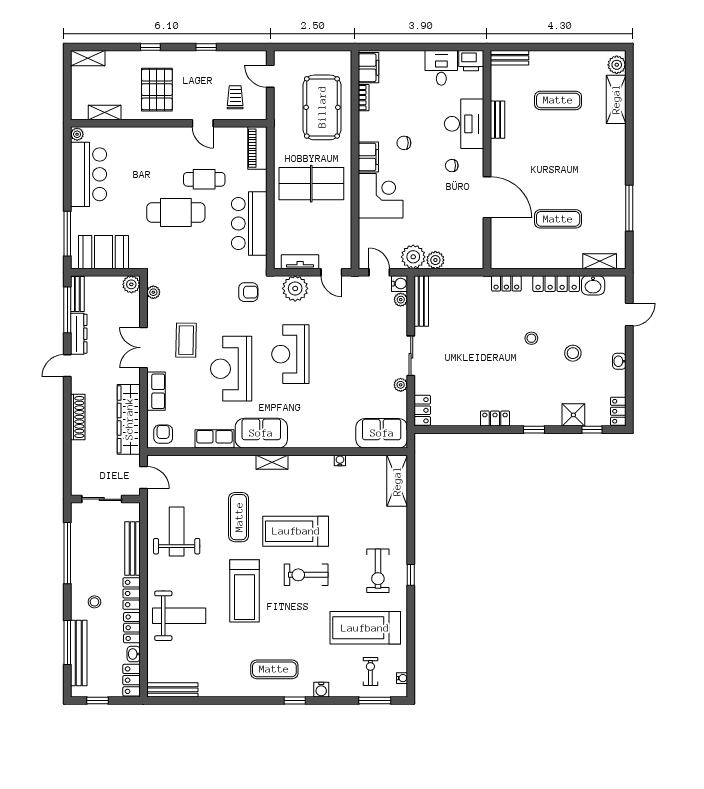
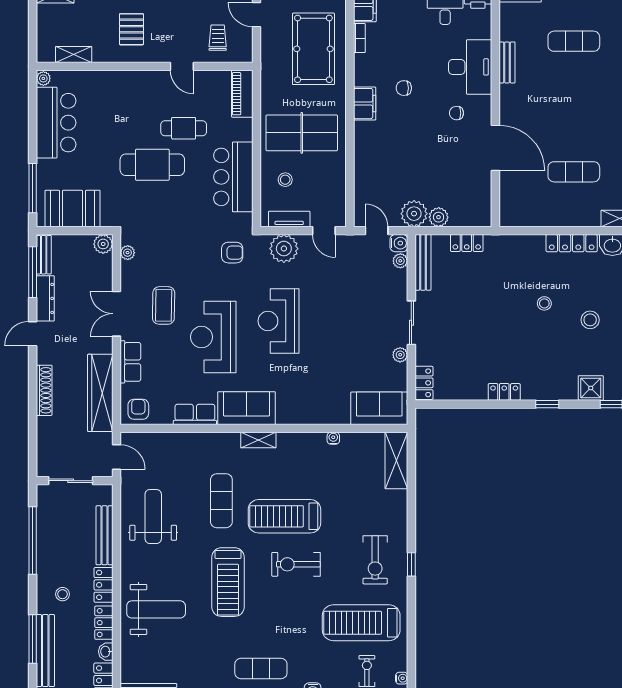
pallet: (157, 90) -> (131, 29), width x0.67, depth x0.71
corner desk: (381, 196) -> (378, 146), removed
stool: (296, 226) -> (285, 180), added
locker: (506, 283) -> (467, 243), moved

